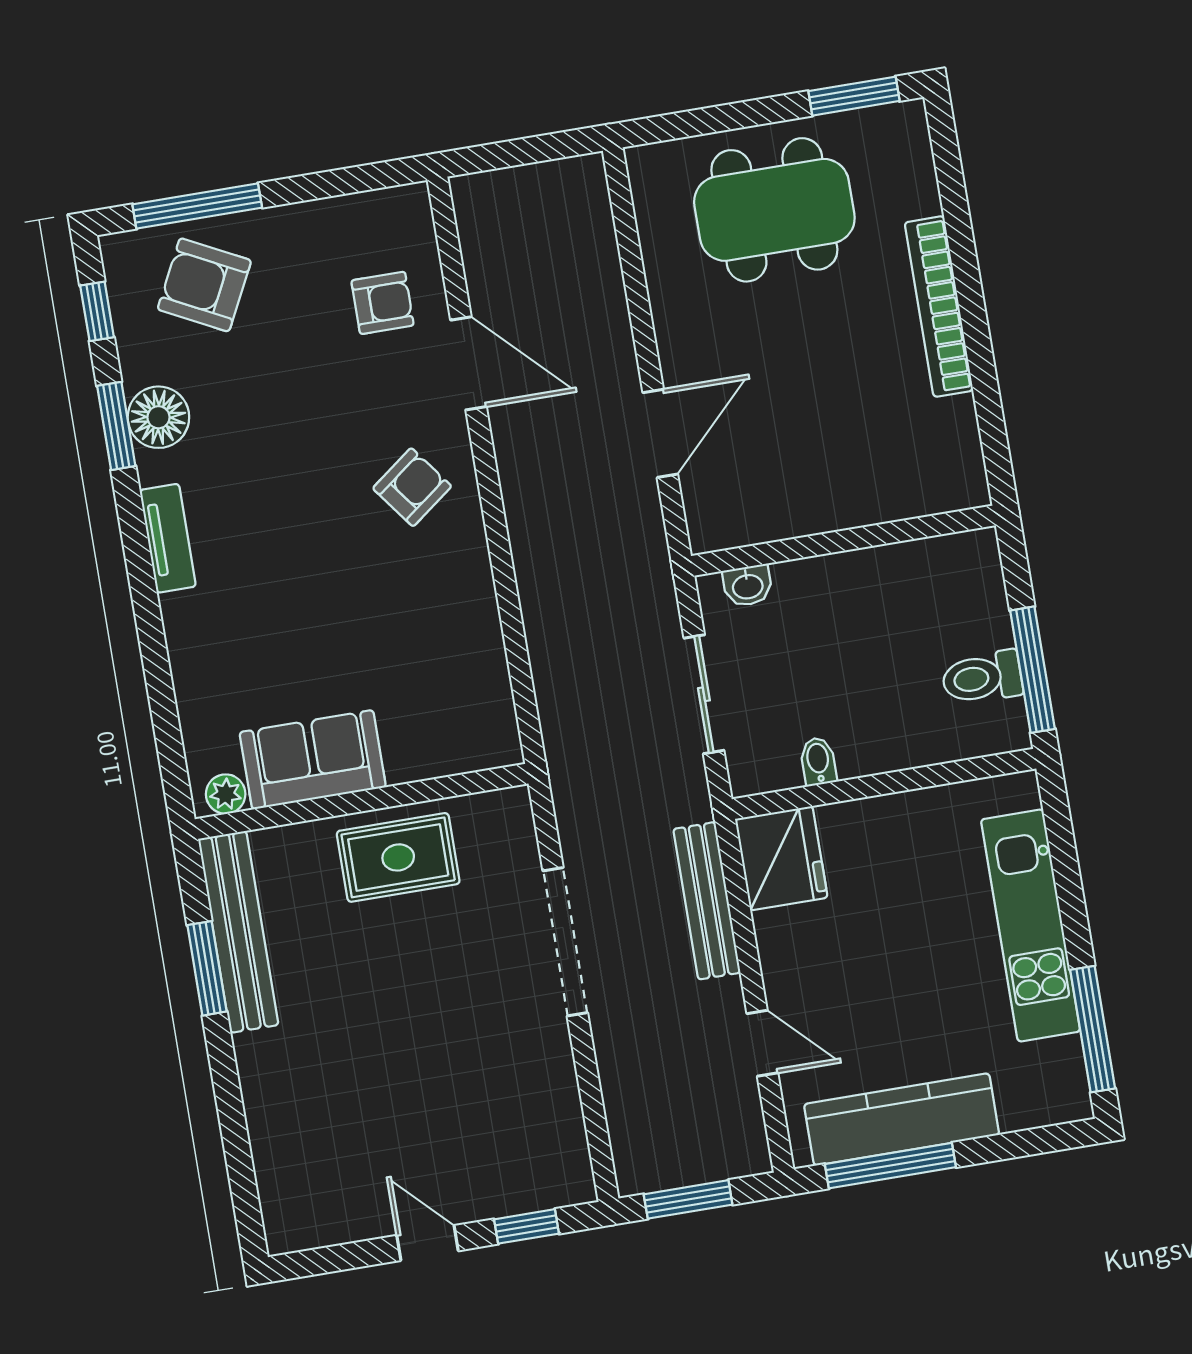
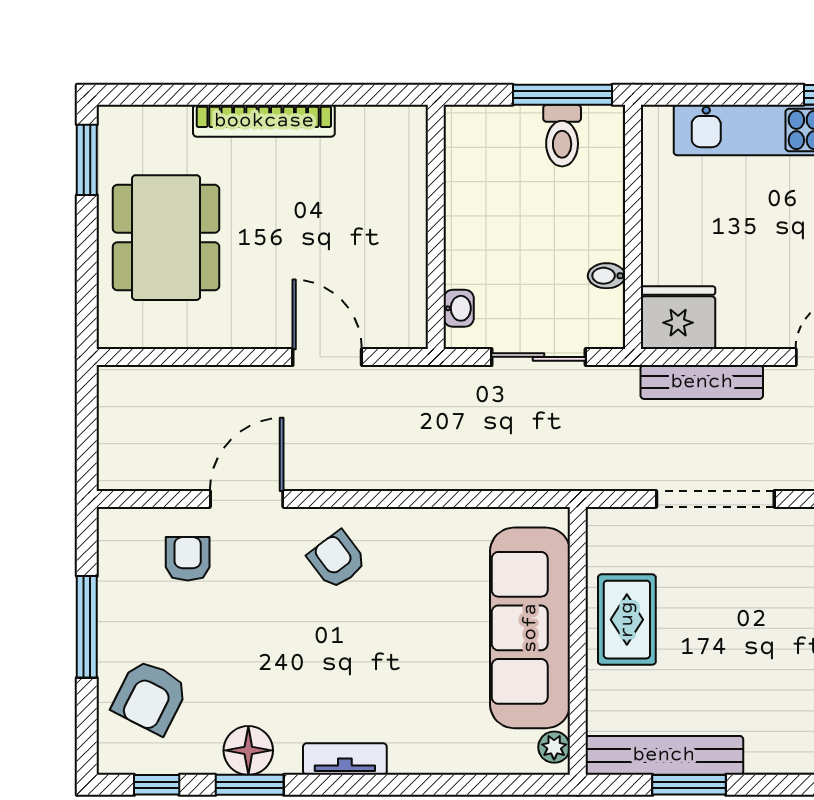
window: (197, 206) -> (87, 627), moved
sofa: (313, 760) -> (530, 628), width x1.85, depth x1.27

